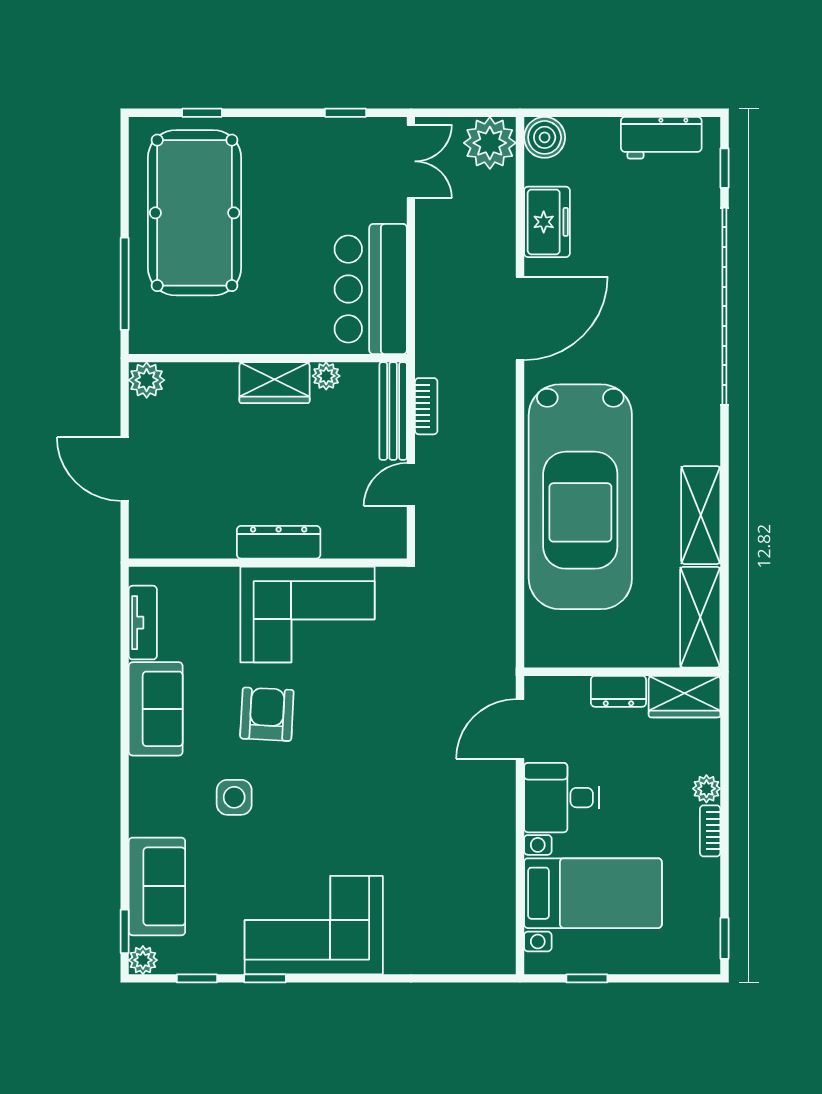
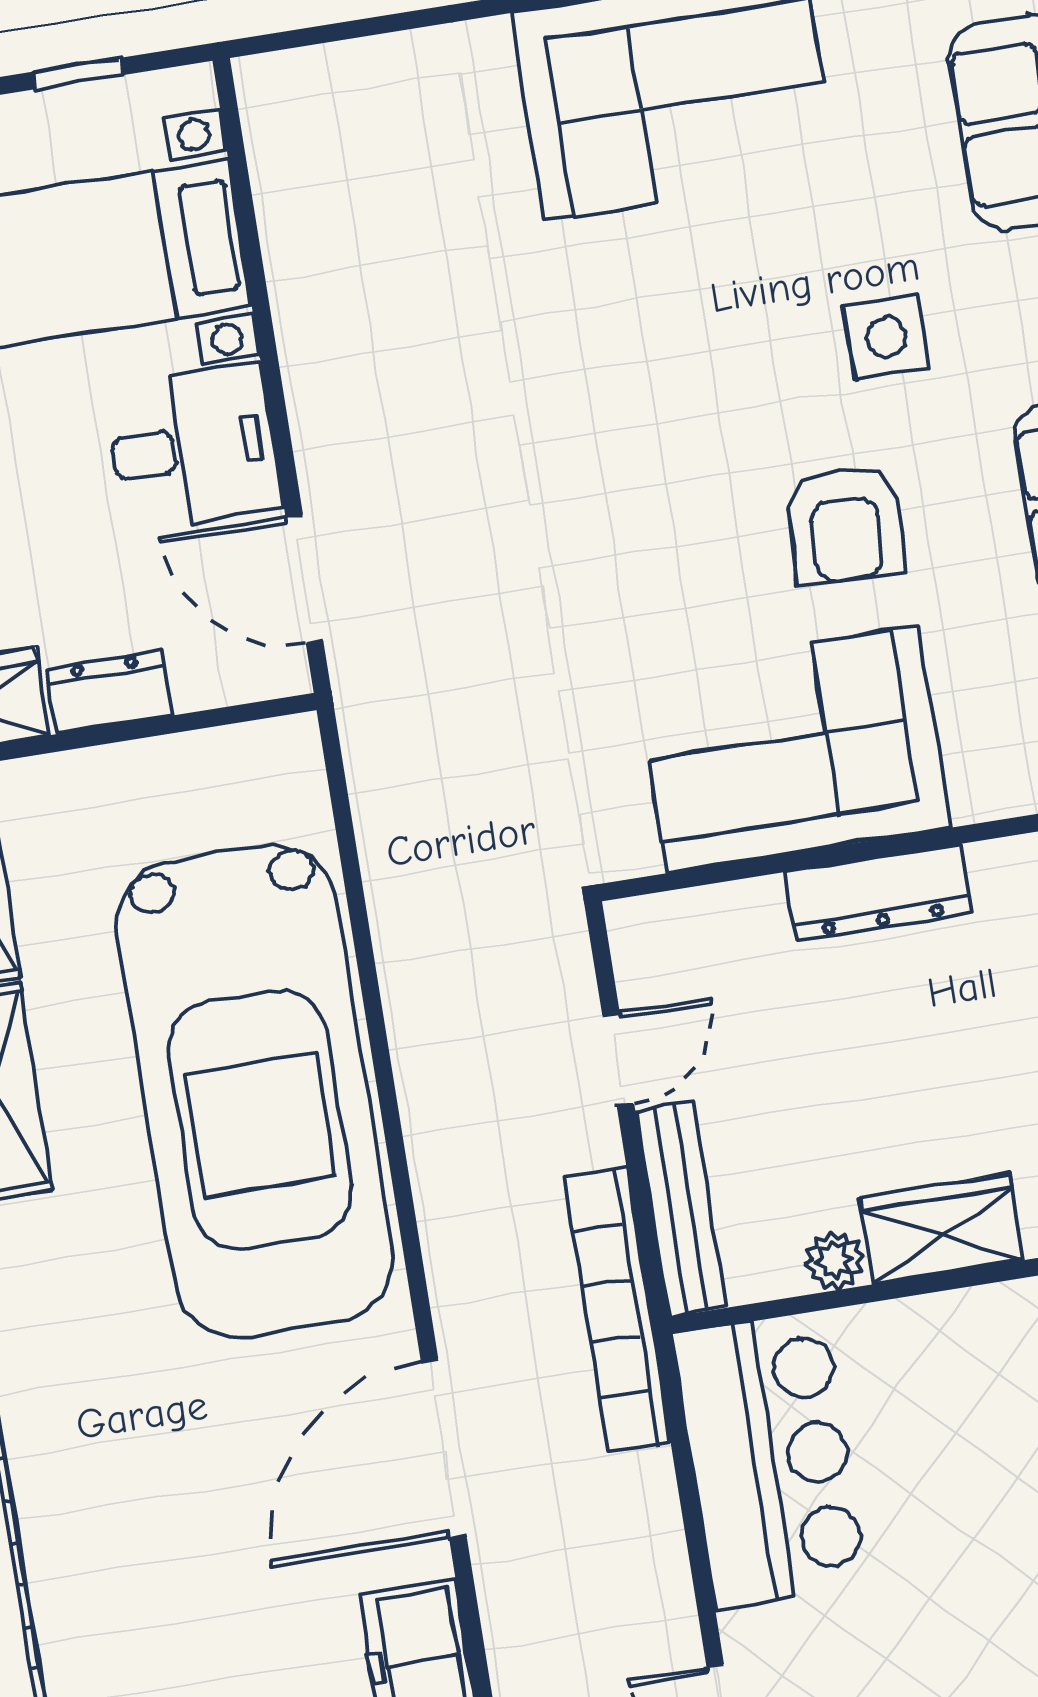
bookcase: (426, 406) -> (617, 1310), width x2.31, depth x1.31
car: (580, 497) -> (255, 1091), turned 180
door: (520, 729) -> (304, 579), swing flipped

